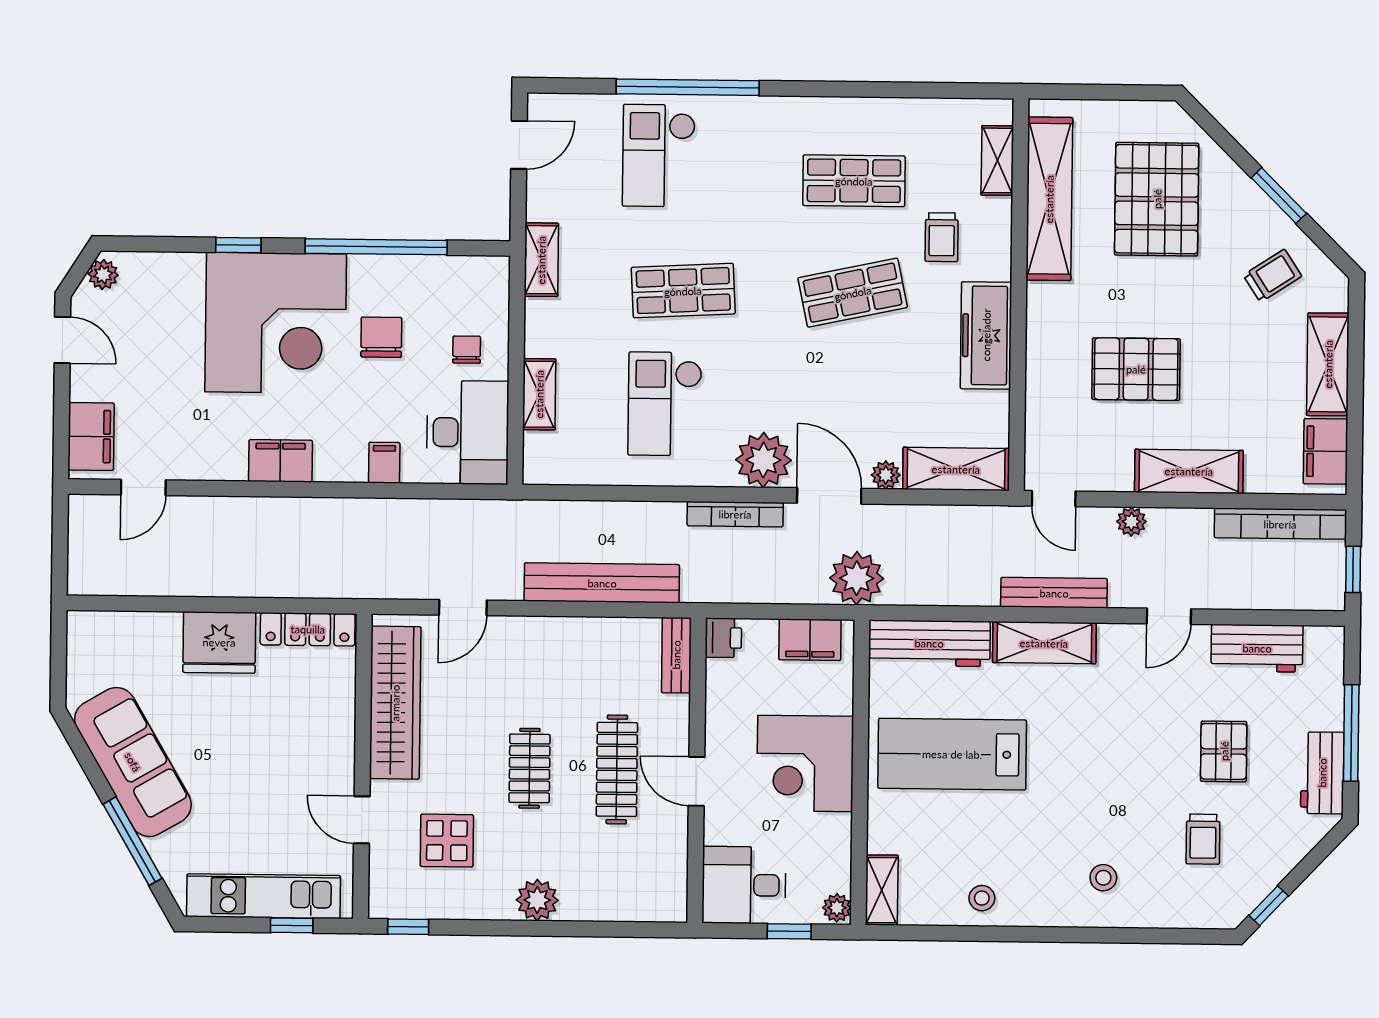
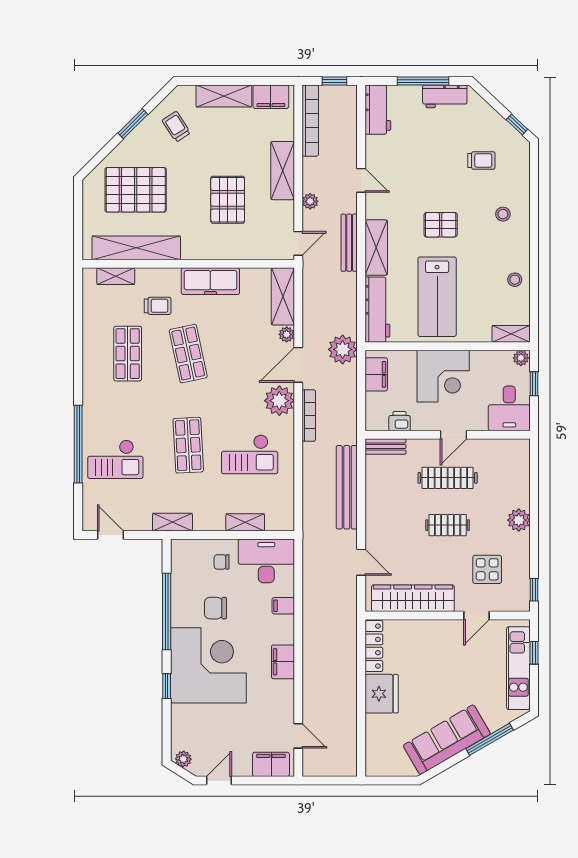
printer: (723, 638) -> (400, 421), moved
workbench: (1257, 648) -> (378, 110), moved
pallet: (1224, 751) -> (441, 225), moved

